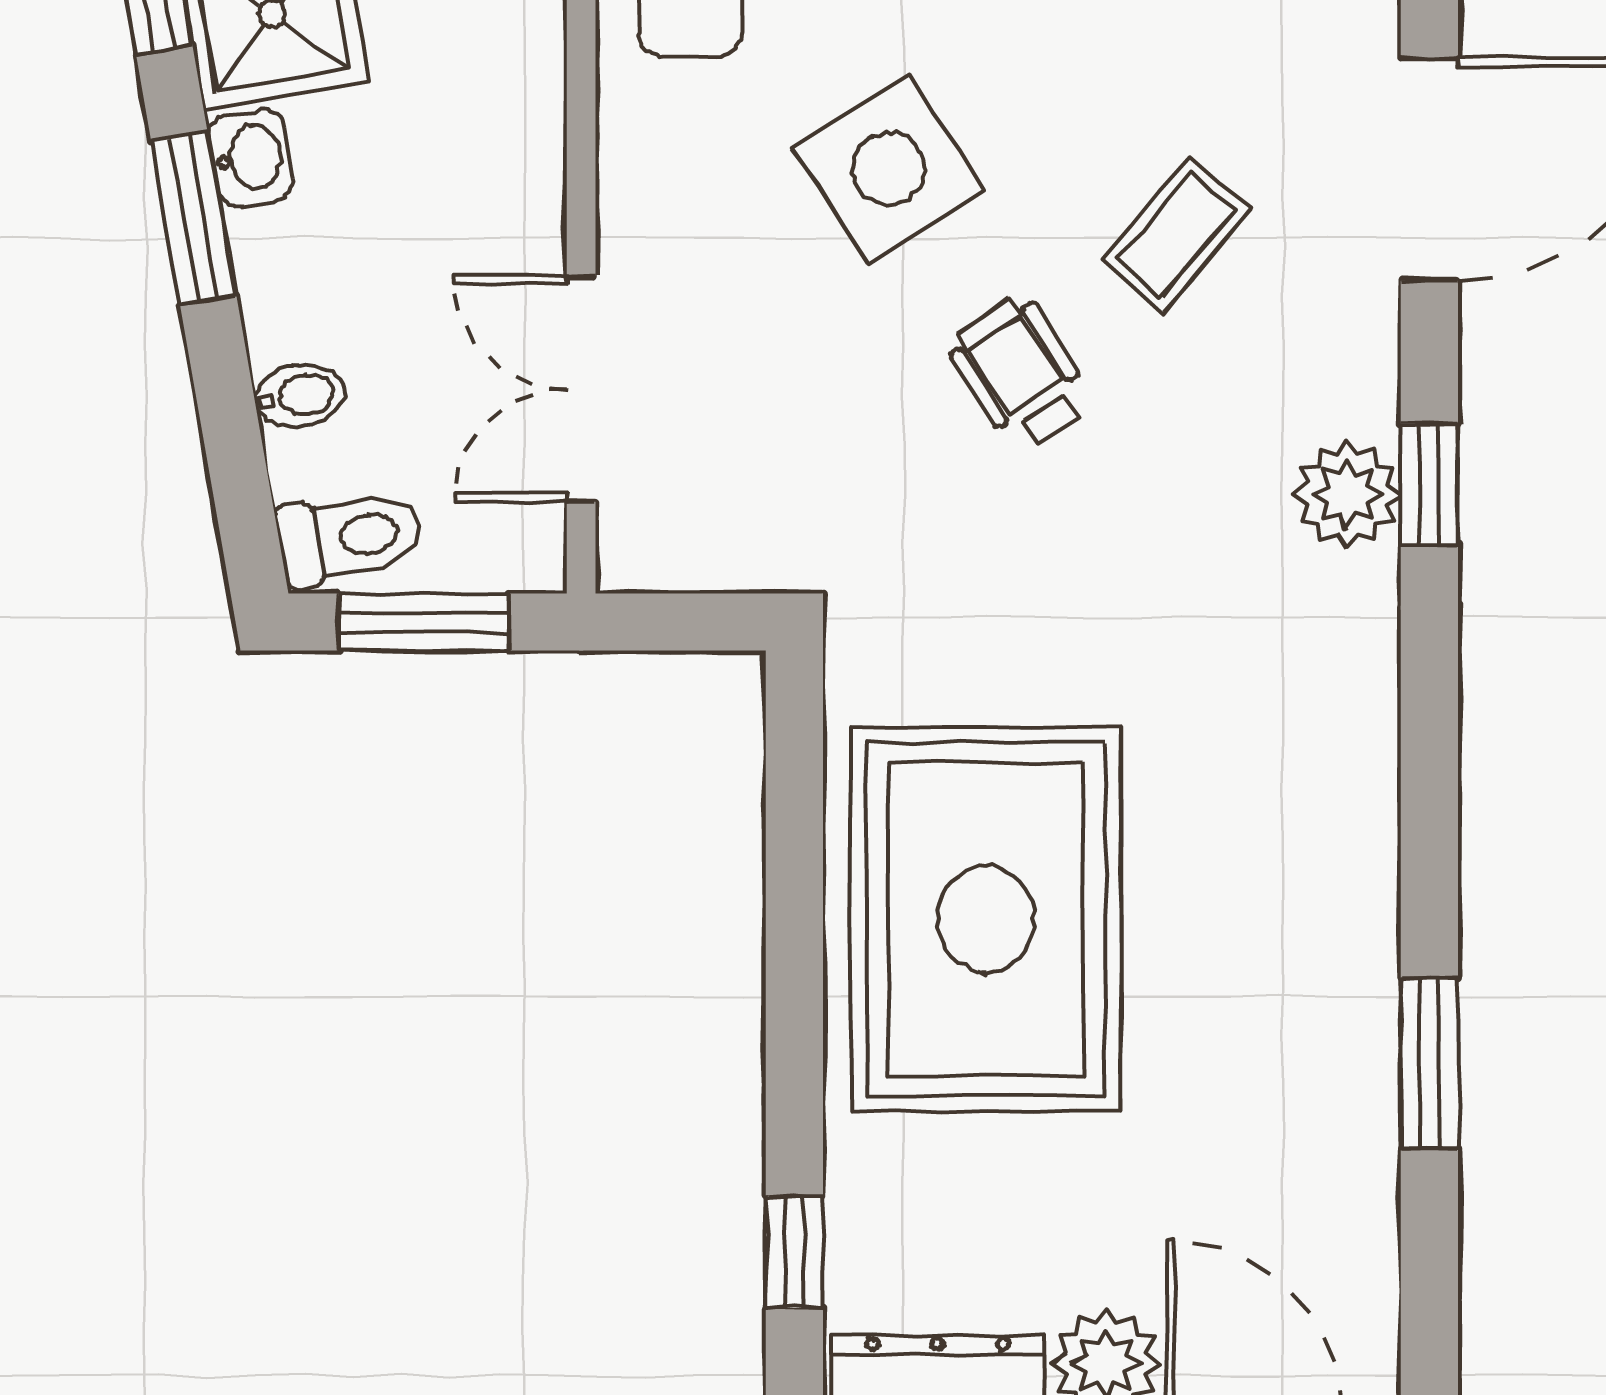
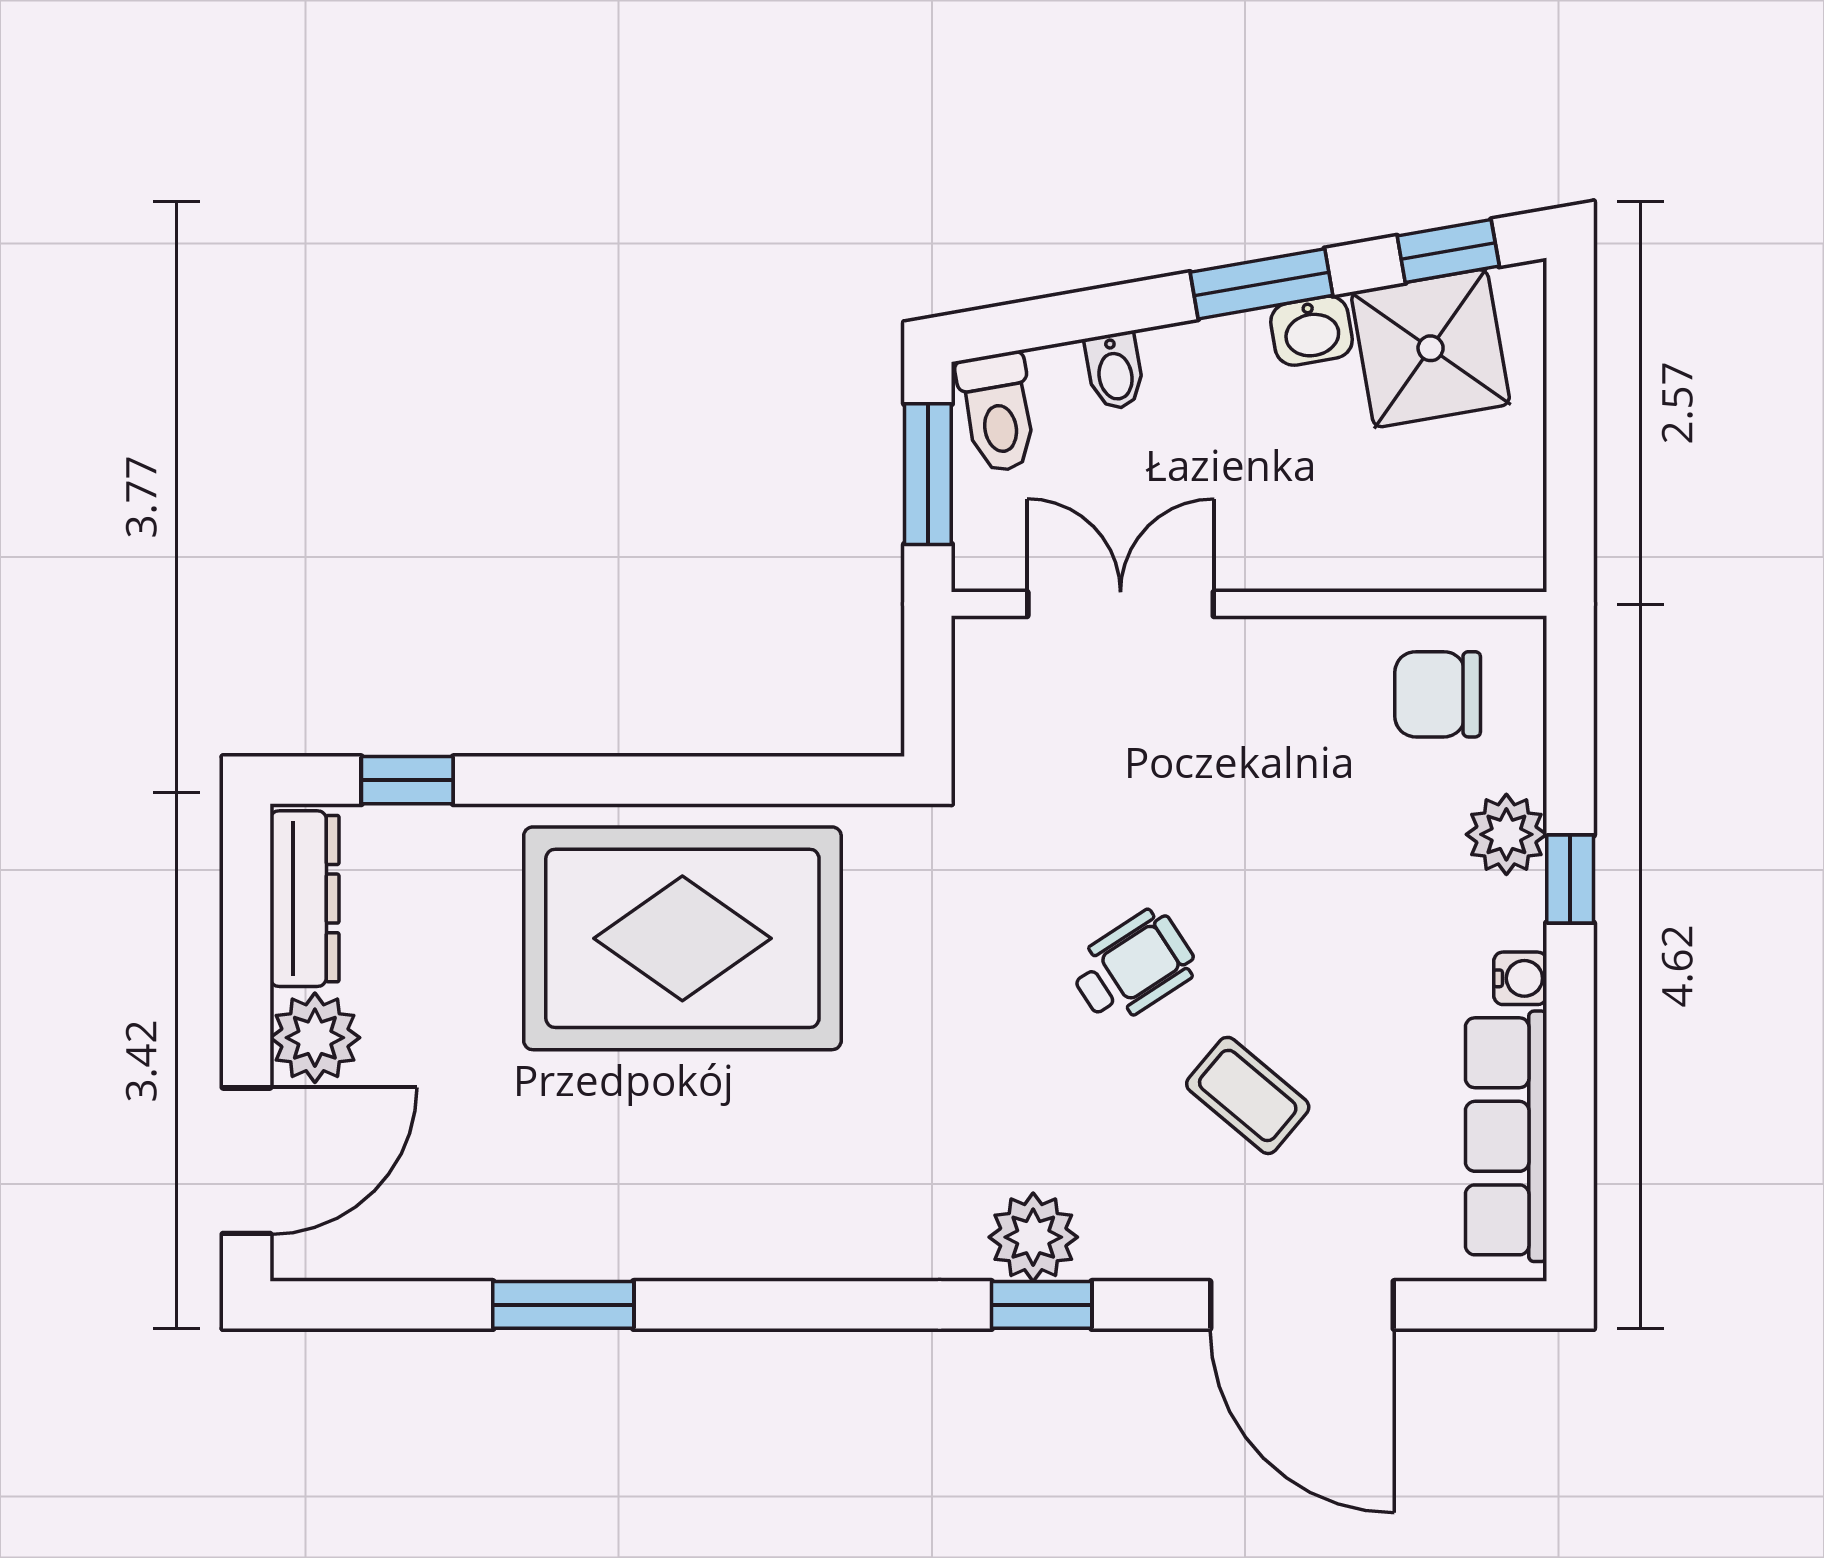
side table: (889, 169) -> (1302, 858), removed

